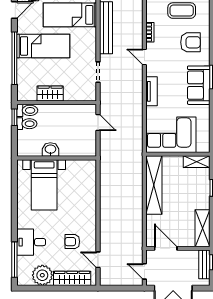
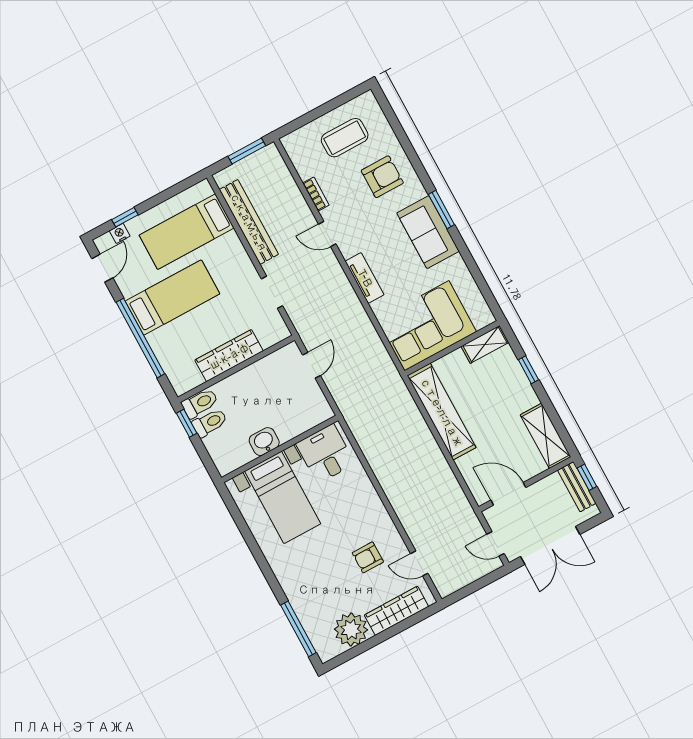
wardrobe: (50, 93) -> (229, 356), width x1.50
door: (98, 123) -> (312, 365), hinge flipped
desk: (31, 242) -> (325, 454), moved, turned 90

